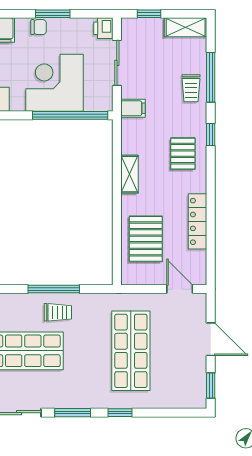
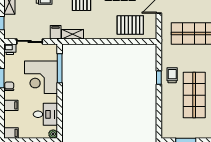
window: (70, 115) -> (60, 68), width x0.68
shelving: (130, 174) -> (73, 34), moved
window: (54, 289) -> (159, 78), width x0.46

